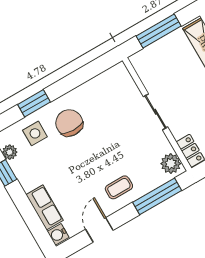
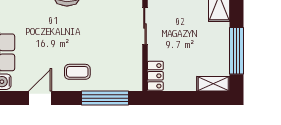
plant: (171, 164) -> (133, 77), removed

